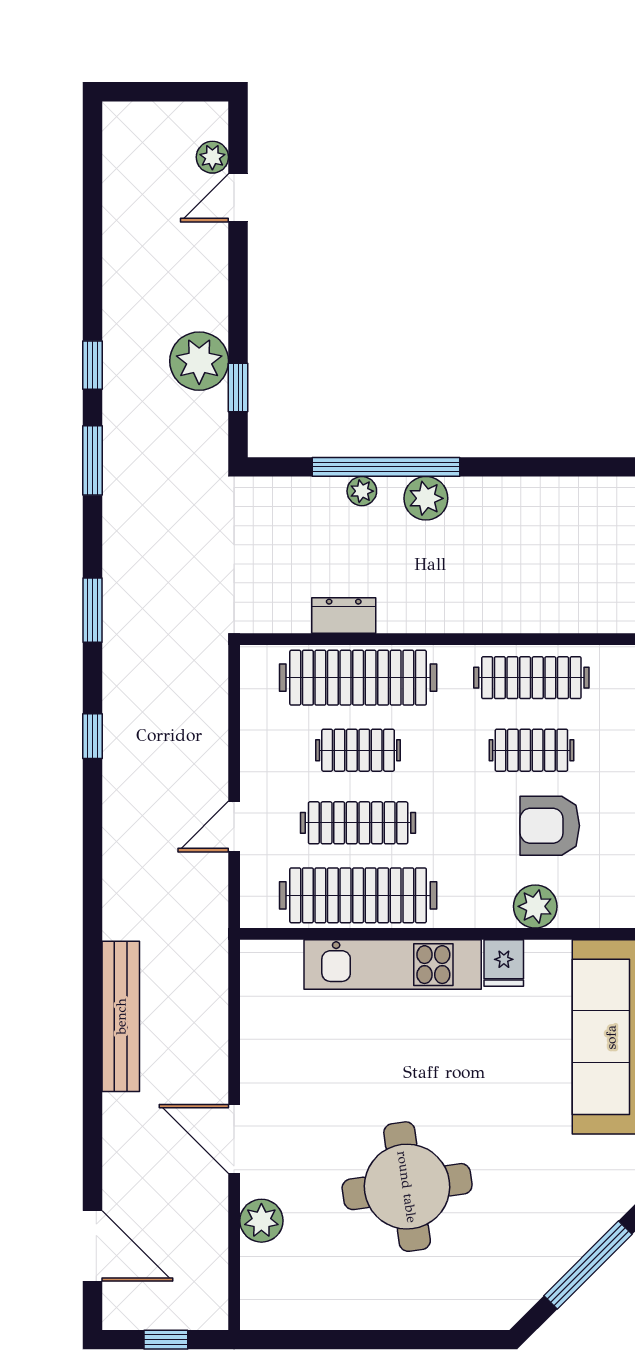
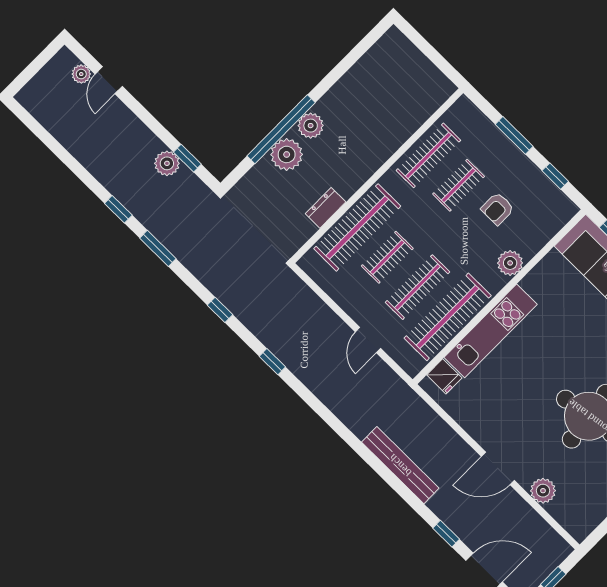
plant: (199, 361) -> (167, 163), width x0.73, depth x0.73
plant: (362, 491) -> (287, 154), width x1.88, depth x1.88
window: (93, 610) -> (220, 310), width x0.67
armchair: (550, 826) -> (497, 209), width x0.72, depth x0.72
plant: (535, 906) -> (510, 263), moved
fridge: (504, 963) -> (444, 376), moved
window: (93, 1155) -> (446, 534), added

